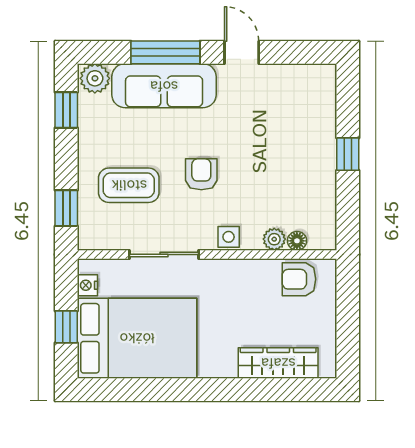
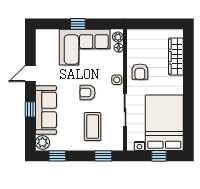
window: (165, 52) -> (30, 109), width x0.46
corner sofa: (298, 168) -> (85, 47), added
plant: (274, 239) -> (118, 37), moved
armchair: (299, 279) -> (140, 72), moved

